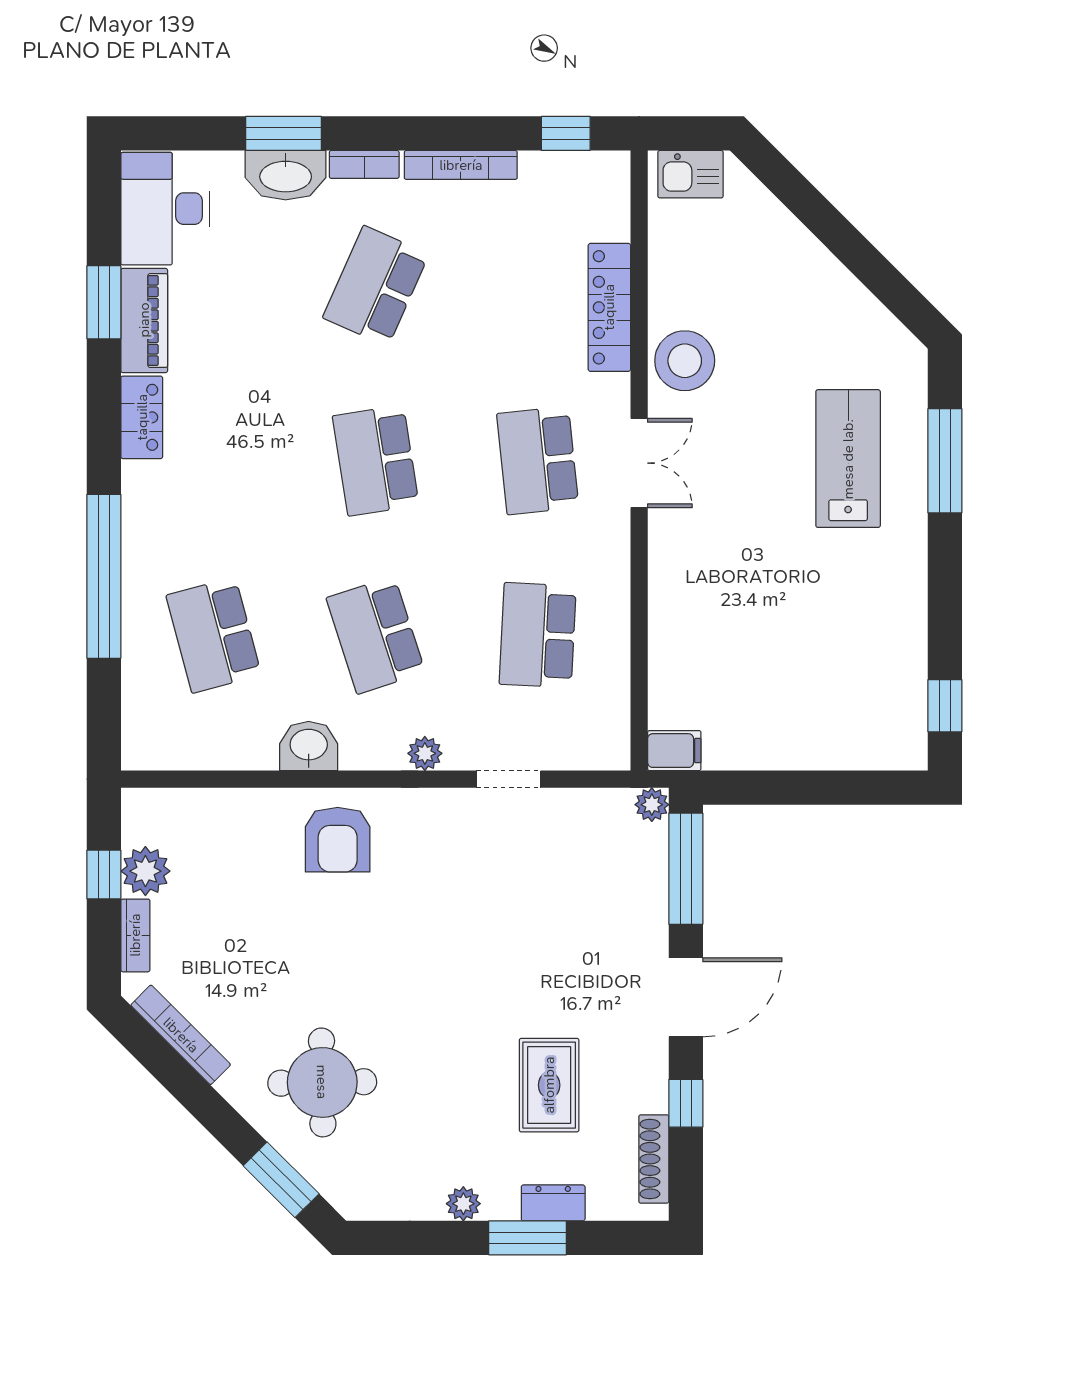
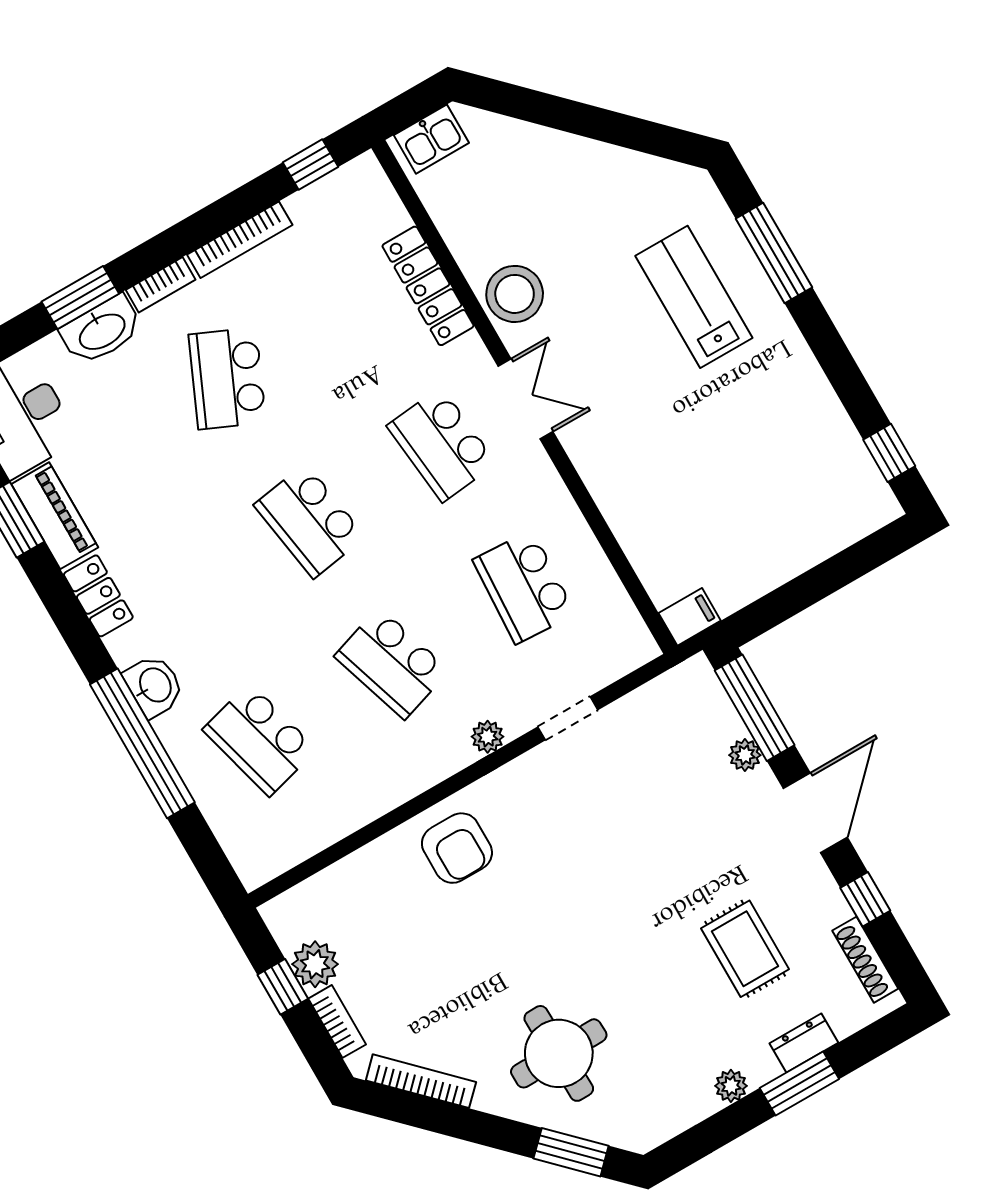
washbasin: (309, 746) -> (154, 686), moved, turned 90
plant: (652, 805) -> (745, 755), moved

